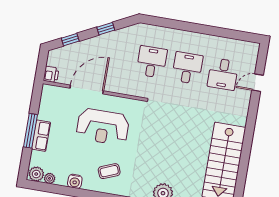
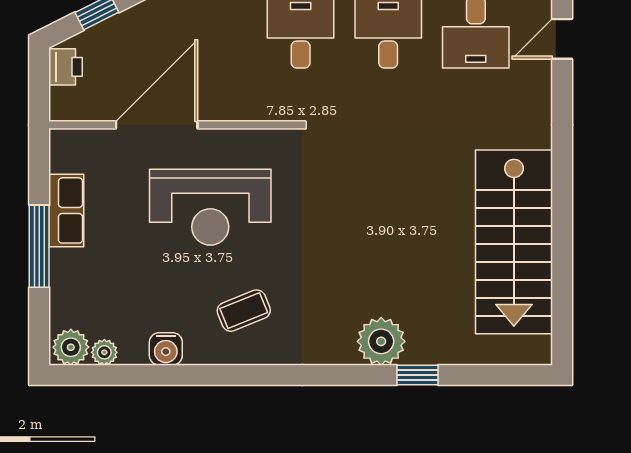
printer: (51, 74) -> (66, 67), moved
row of seats: (41, 136) -> (66, 210), moved

